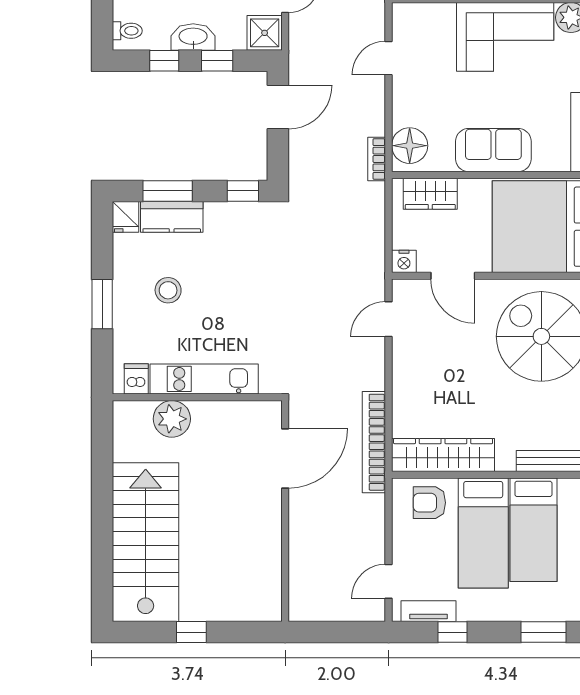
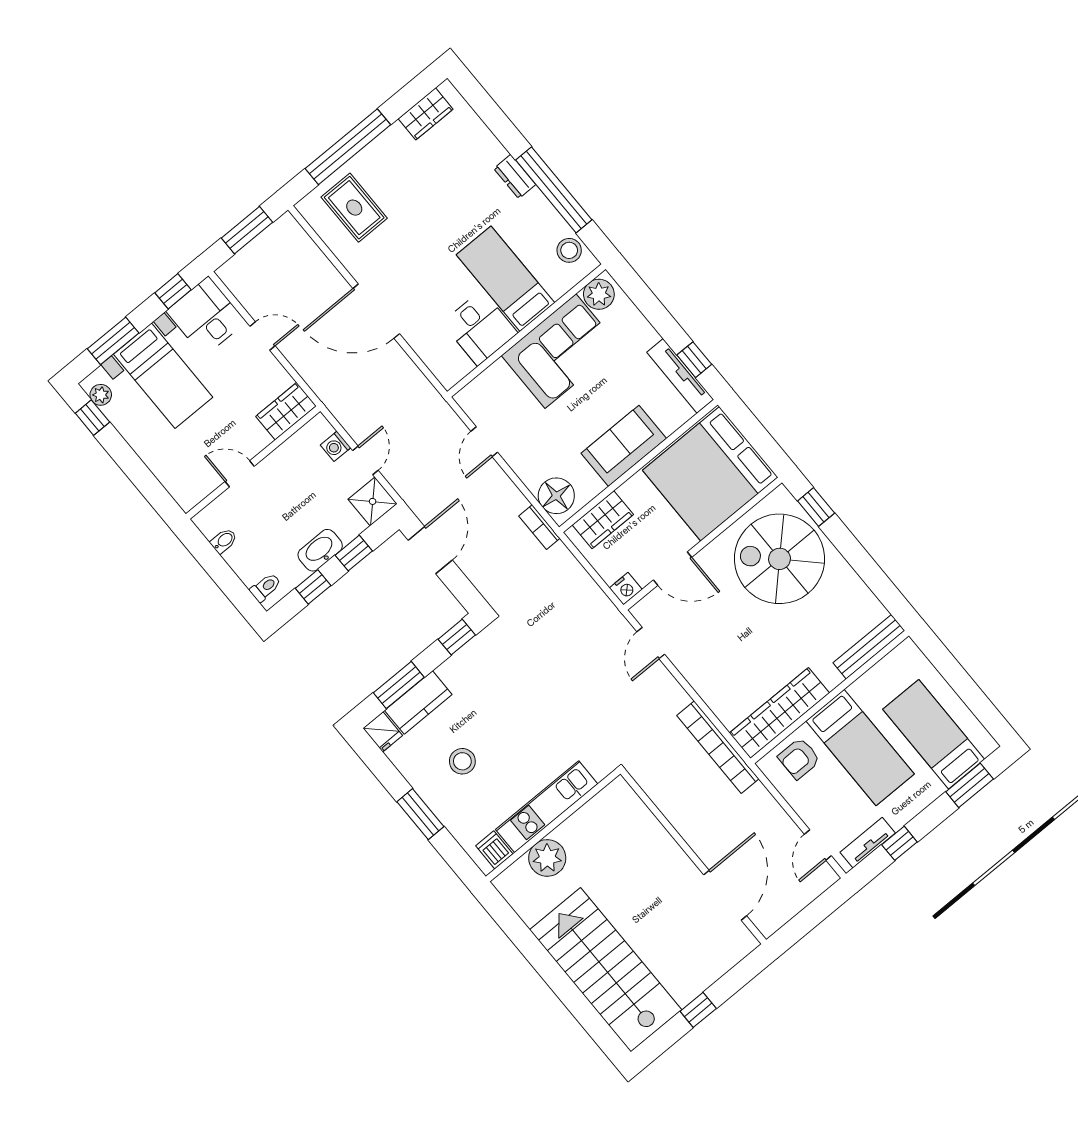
door: (285, 458) -> (725, 895), moved
bed: (533, 530) -> (934, 734), moved, turned 180

